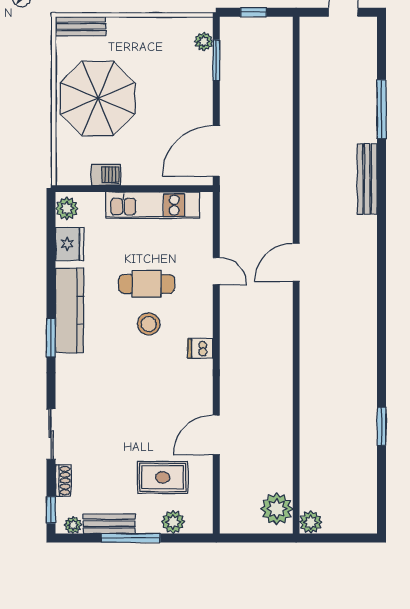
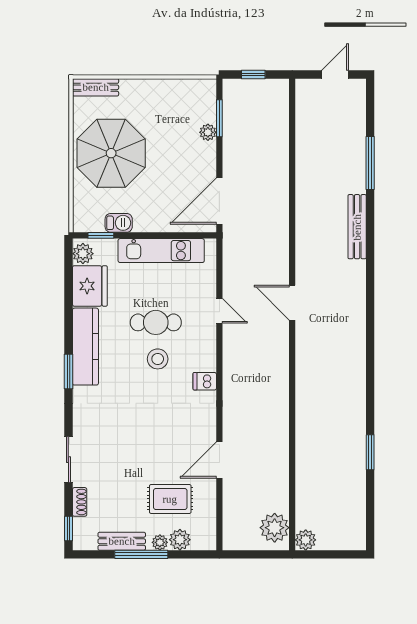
plant: (204, 41) -> (208, 132), moved
window: (86, 189) -> (101, 235), added
fridge: (70, 244) -> (90, 286), width x1.36, depth x1.34
door: (296, 262) -> (292, 303), hinge flipped
plant: (73, 525) -> (160, 542), moved

